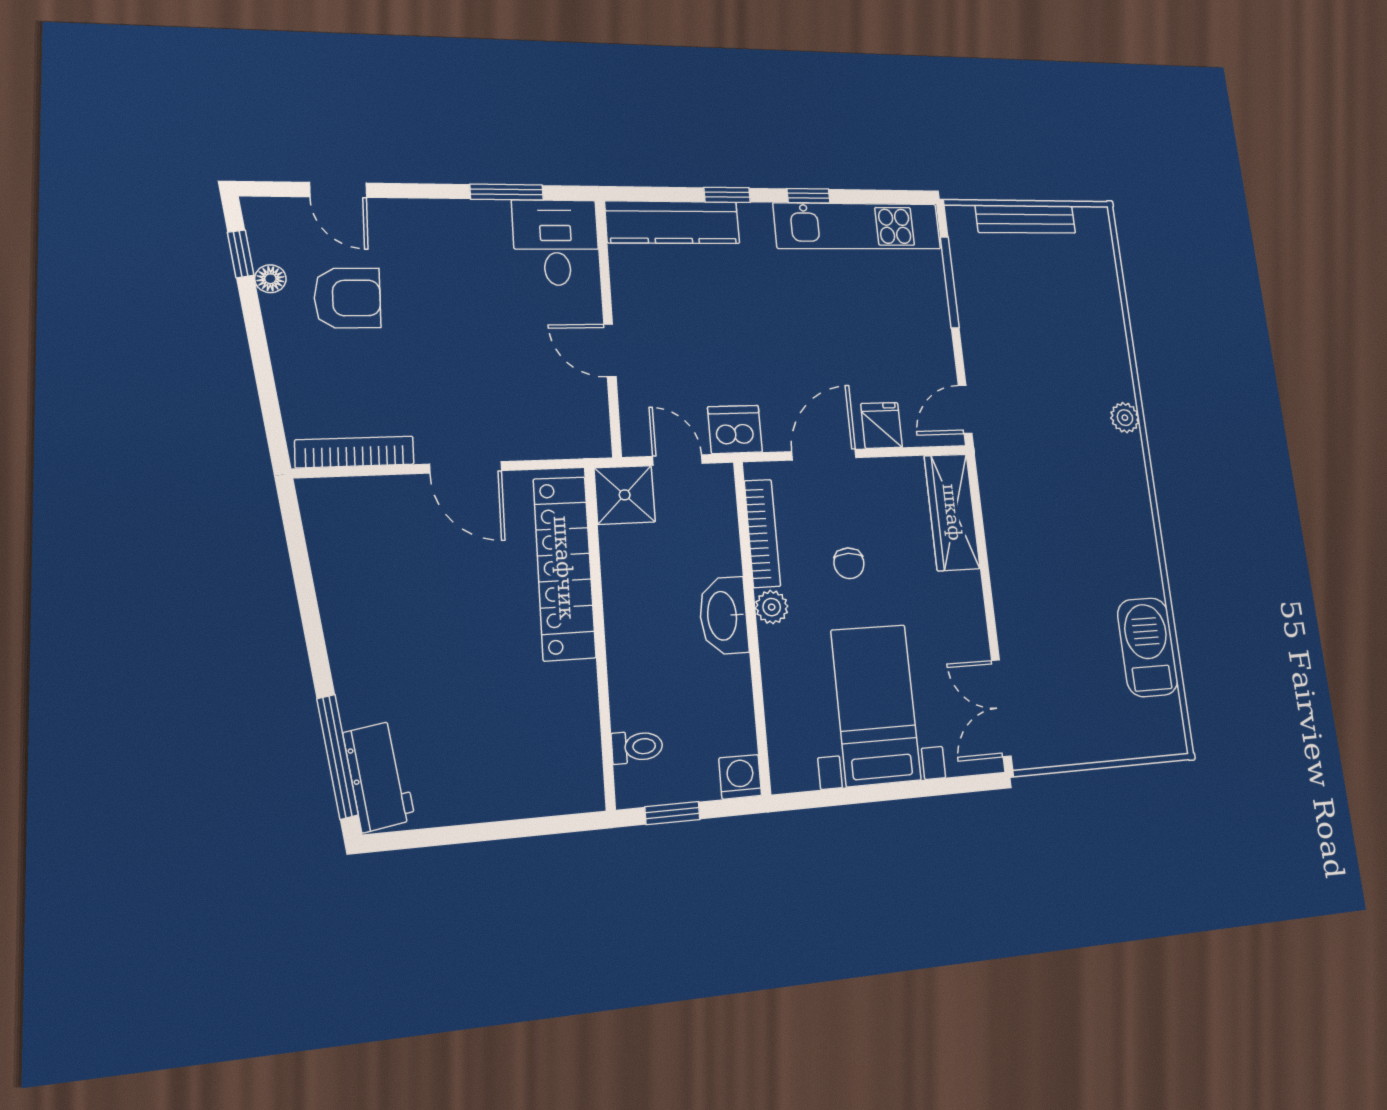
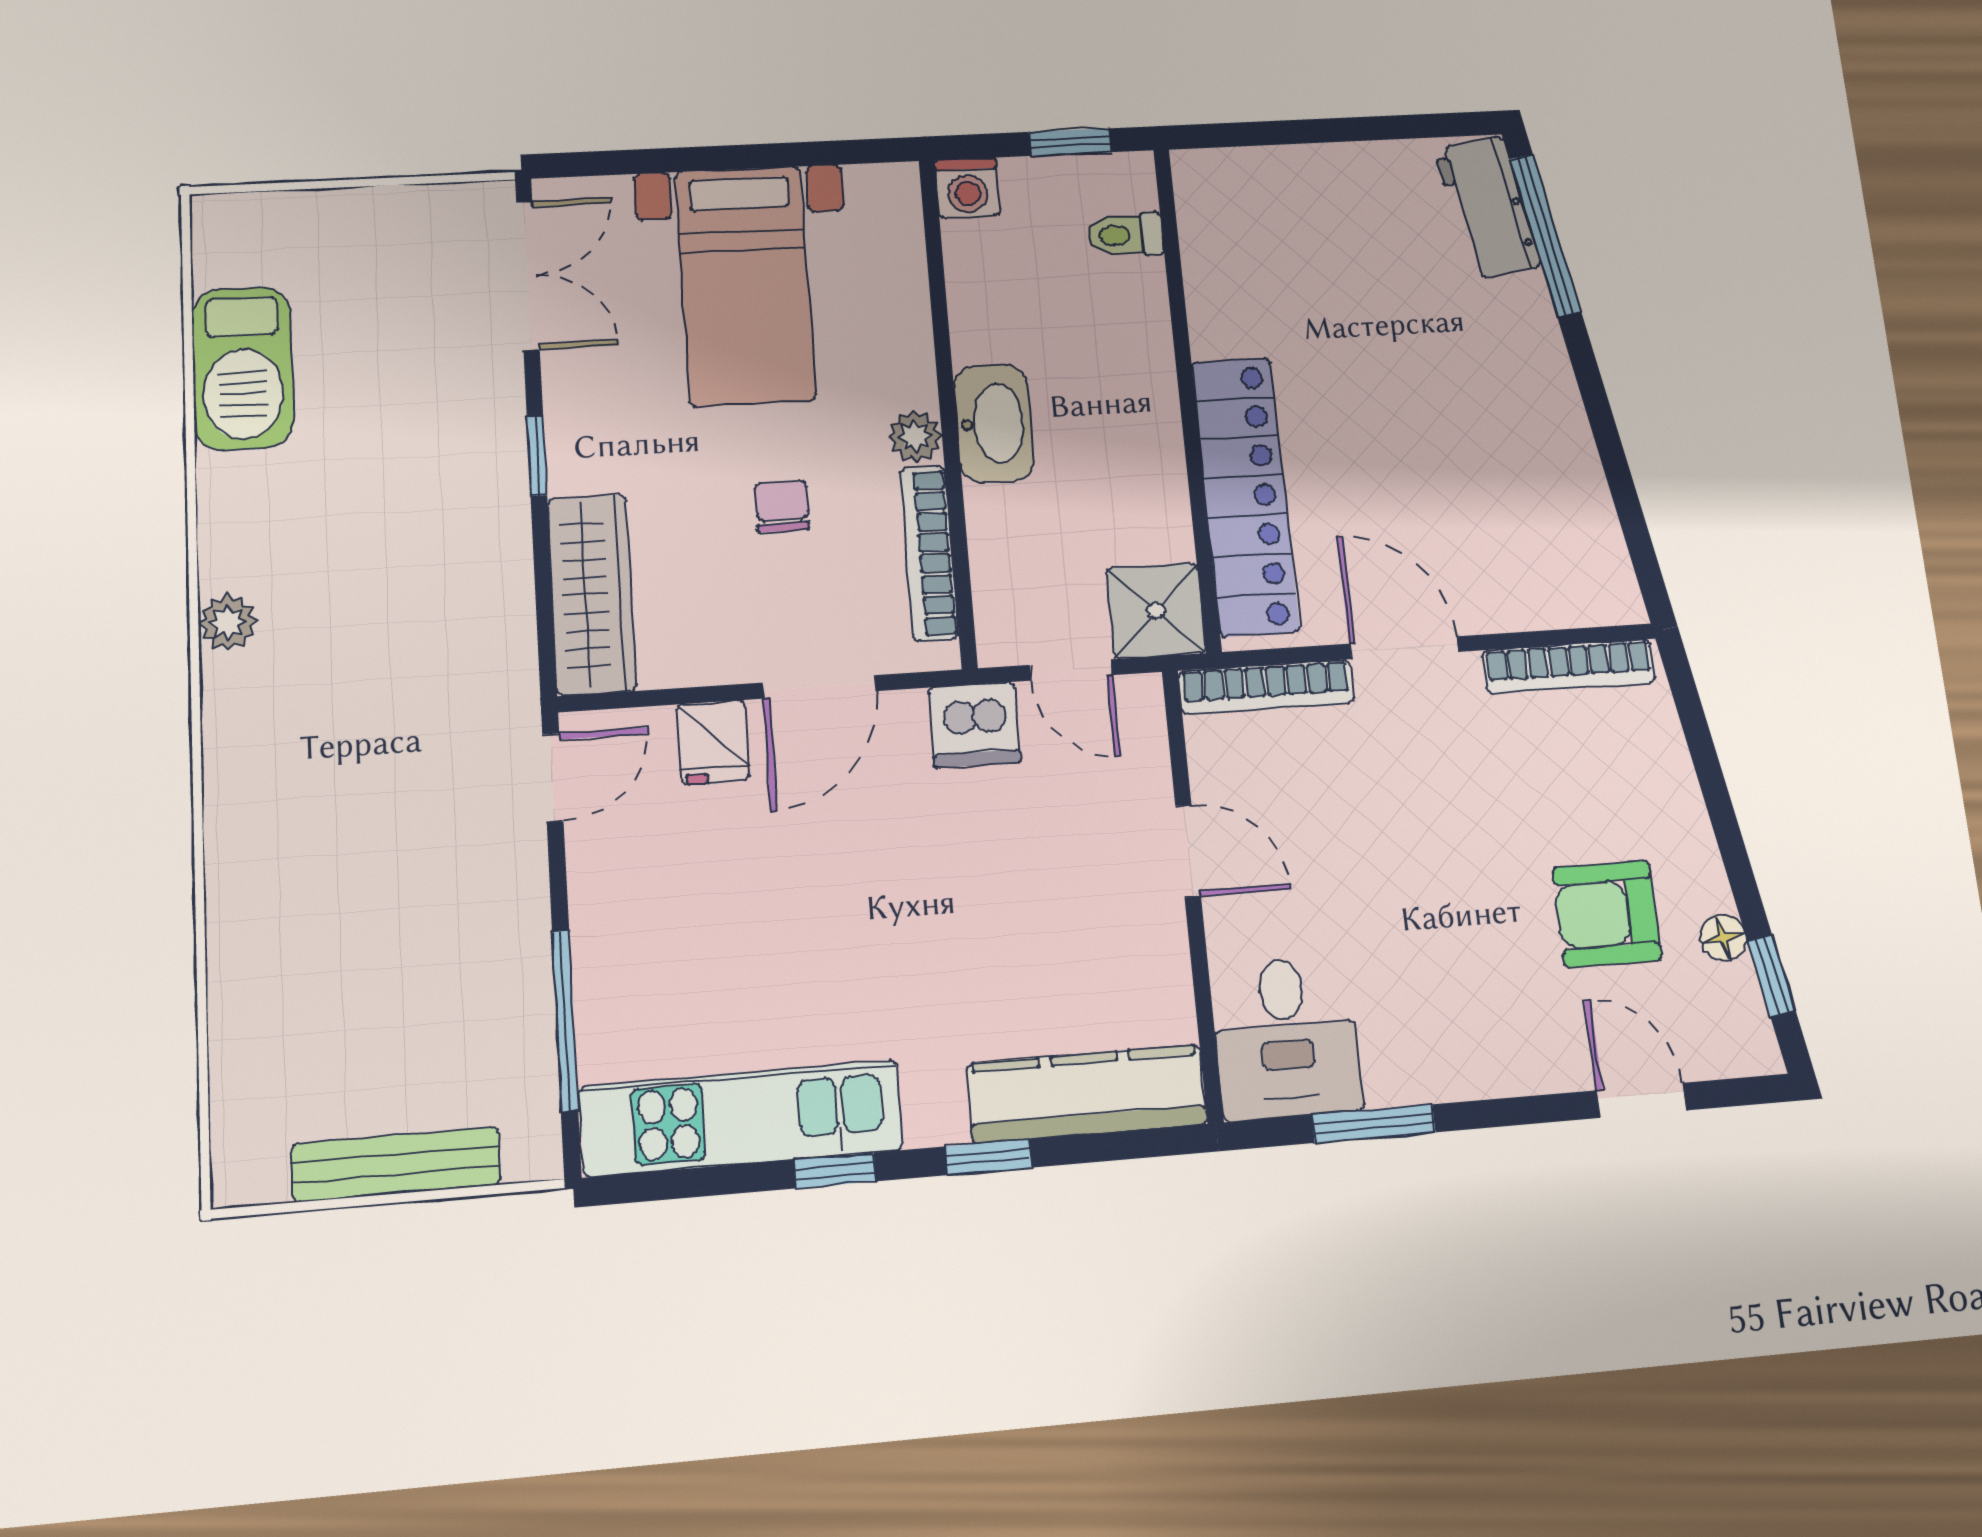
plant: (1125, 418) -> (228, 622), moved
bookcase: (557, 446) -> (1266, 687), added
window: (988, 595) -> (537, 456), added

